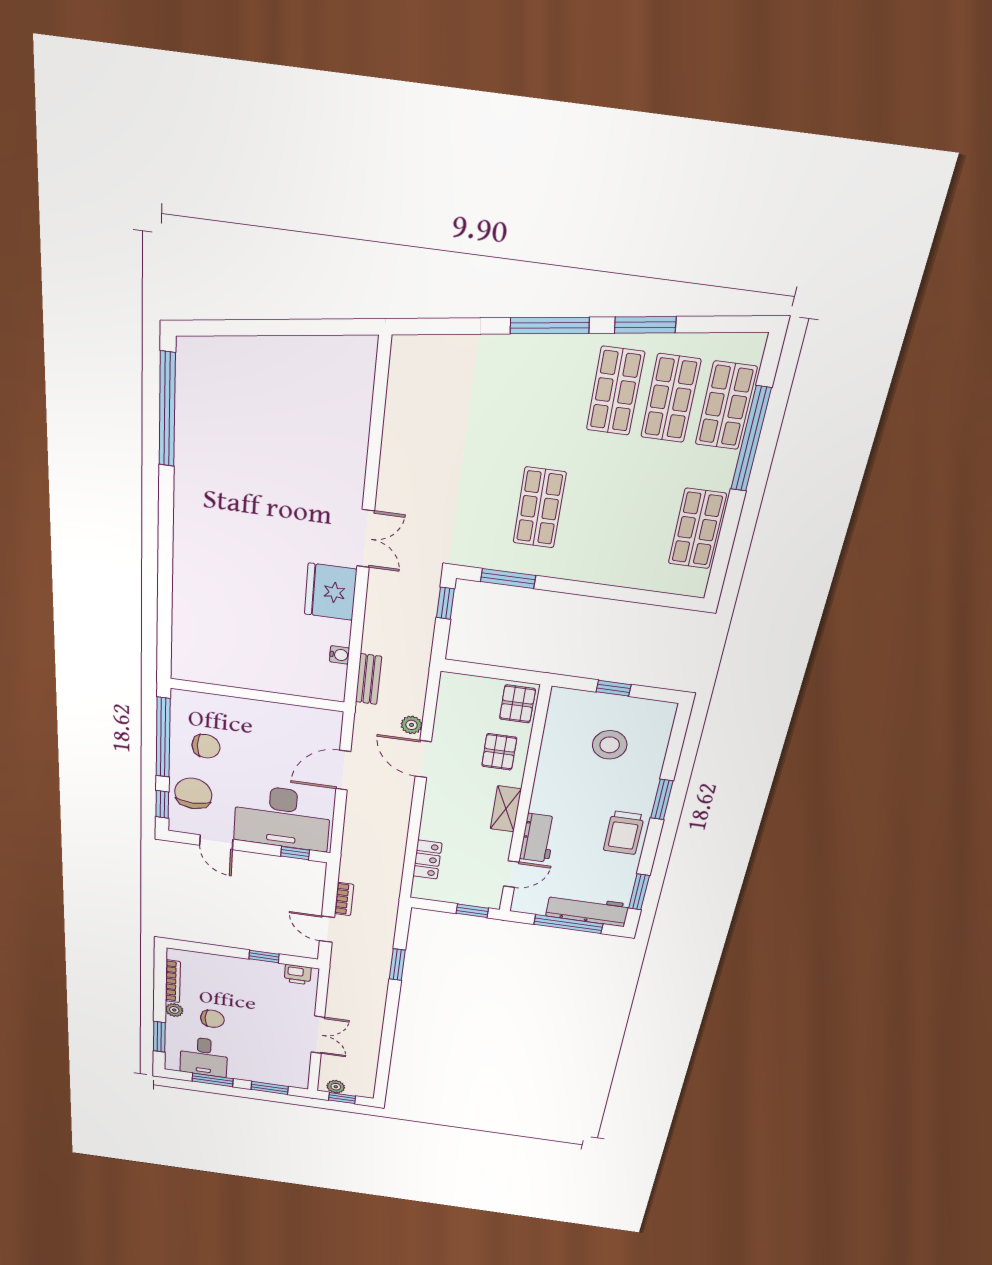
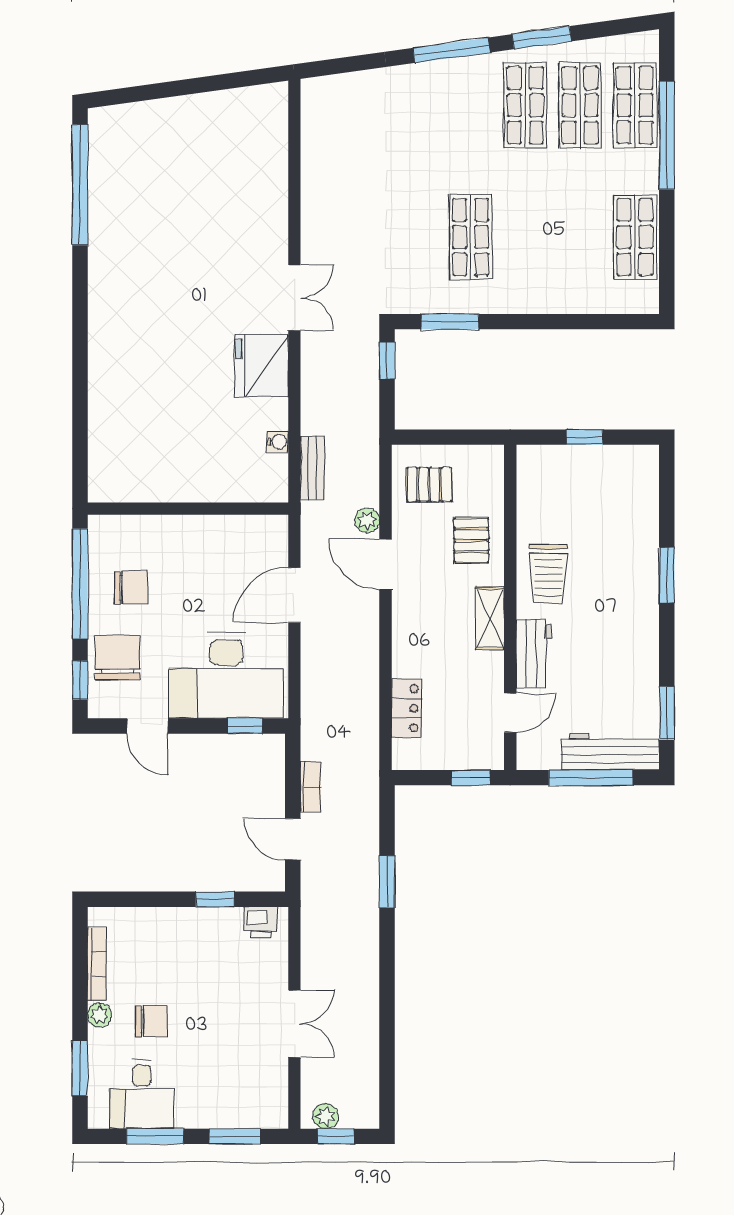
pallet: (517, 704) -> (429, 484), moved, turned 90
stool: (610, 745) -> (594, 511), removed
trolley: (624, 833) -> (548, 574), moved

